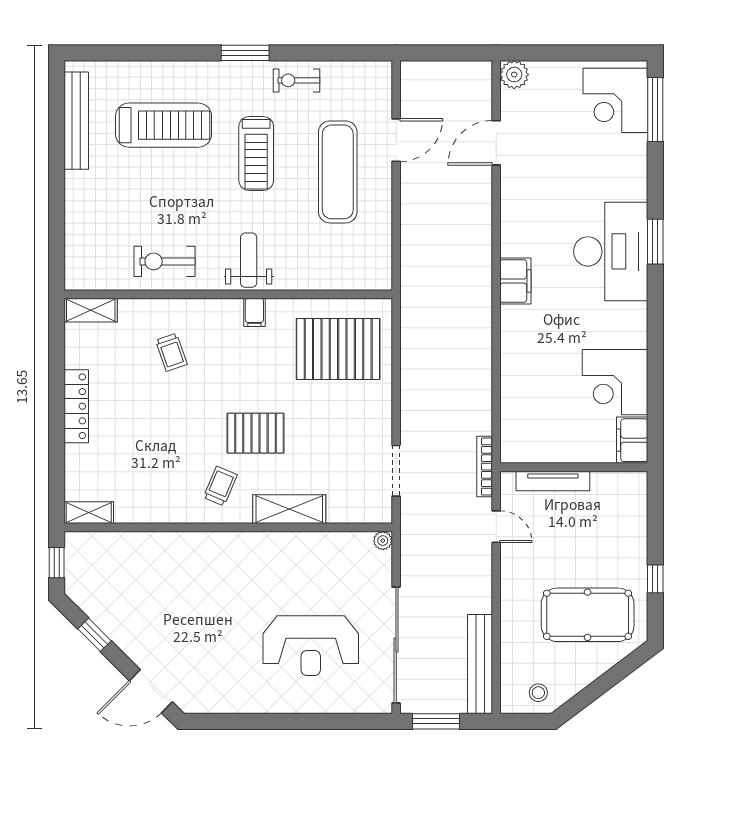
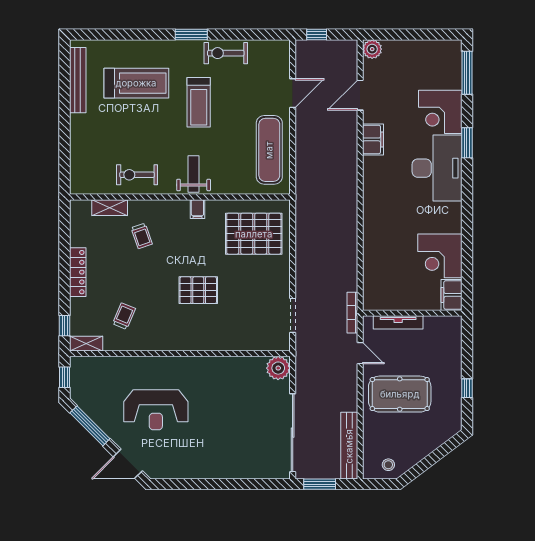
window: (432, 53) -> (317, 34), added
exercise bike: (296, 80) -> (226, 53), width x1.38, depth x1.39
corner desk: (615, 100) -> (440, 112), moved
exercise mat: (338, 172) -> (269, 150), moved
window: (655, 242) -> (467, 143), moved
filing cabinet: (515, 281) -> (373, 139), moved
shelving: (91, 310) -> (110, 208), moved
window: (57, 486) -> (65, 326), added
trolley: (220, 486) -> (124, 316), moved
shelving: (289, 509) -> (221, 341), removed
plant: (383, 541) -> (278, 368), width x1.88, depth x1.88
pool table: (588, 615) -> (400, 394), moved
window: (94, 635) -> (90, 426), width x2.17
reception desk: (311, 646) -> (156, 410), moved

